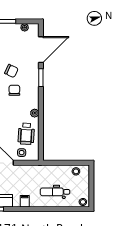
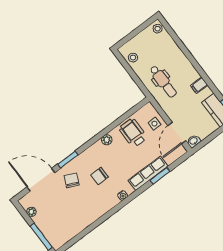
chair: (11, 71) -> (72, 180), moved
wheelchair: (26, 134) -> (133, 133), turned -93
dental chair: (55, 192) -> (163, 82), moved

